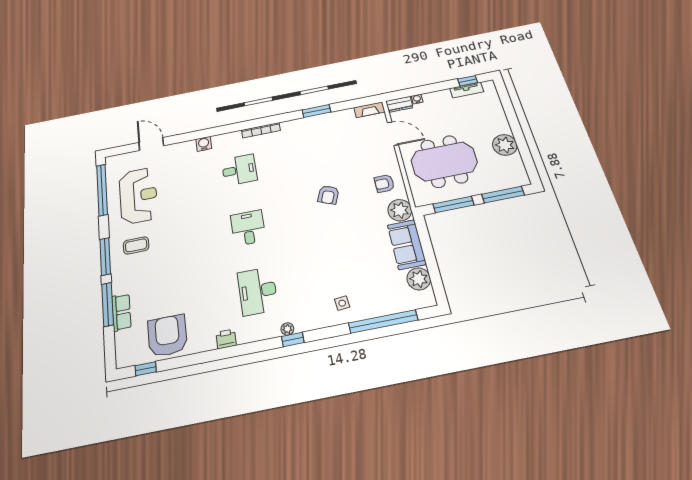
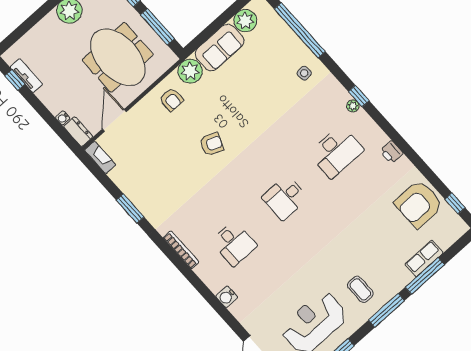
desk: (239, 170) -> (234, 243), turned 180

